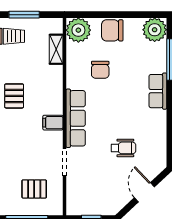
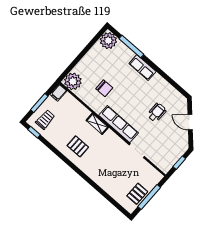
chair: (112, 30) -> (89, 63), removed
shelving: (56, 49) -> (97, 124), moved
filing cabinet: (53, 123) -> (58, 93), moved
pallet: (34, 189) -> (137, 194), moved

